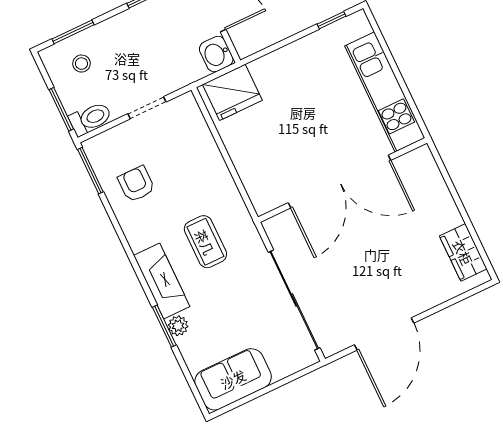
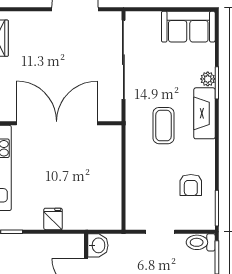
fridge: (232, 92) -> (53, 219), moved, width x0.53, depth x0.75

